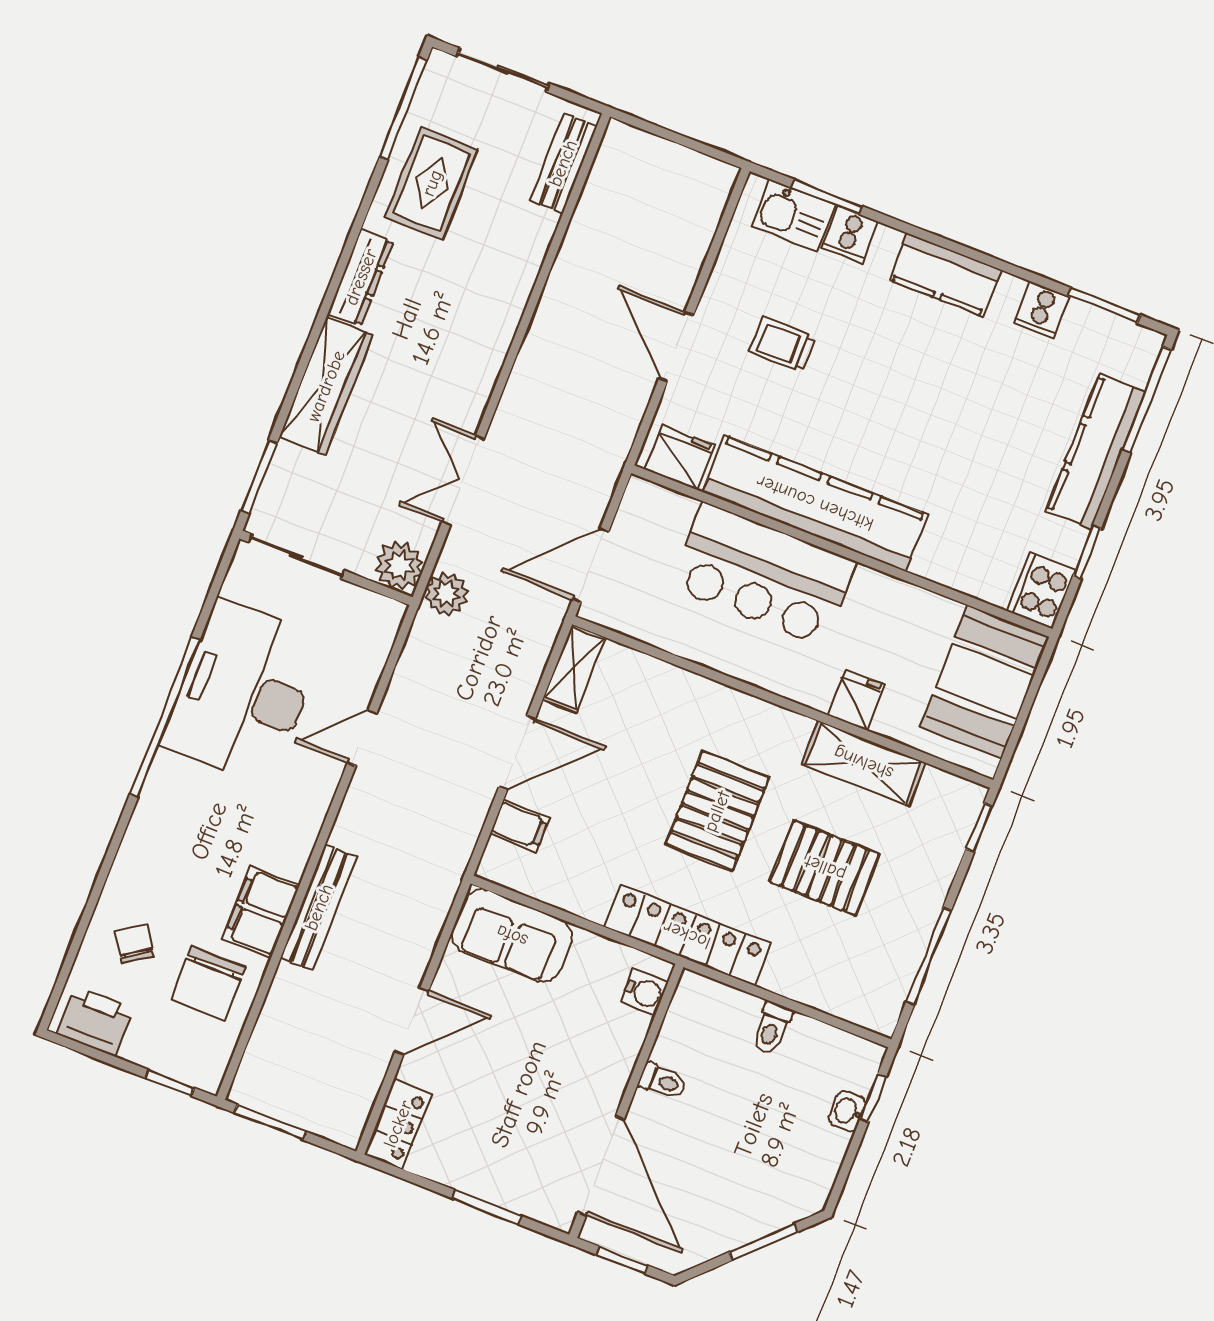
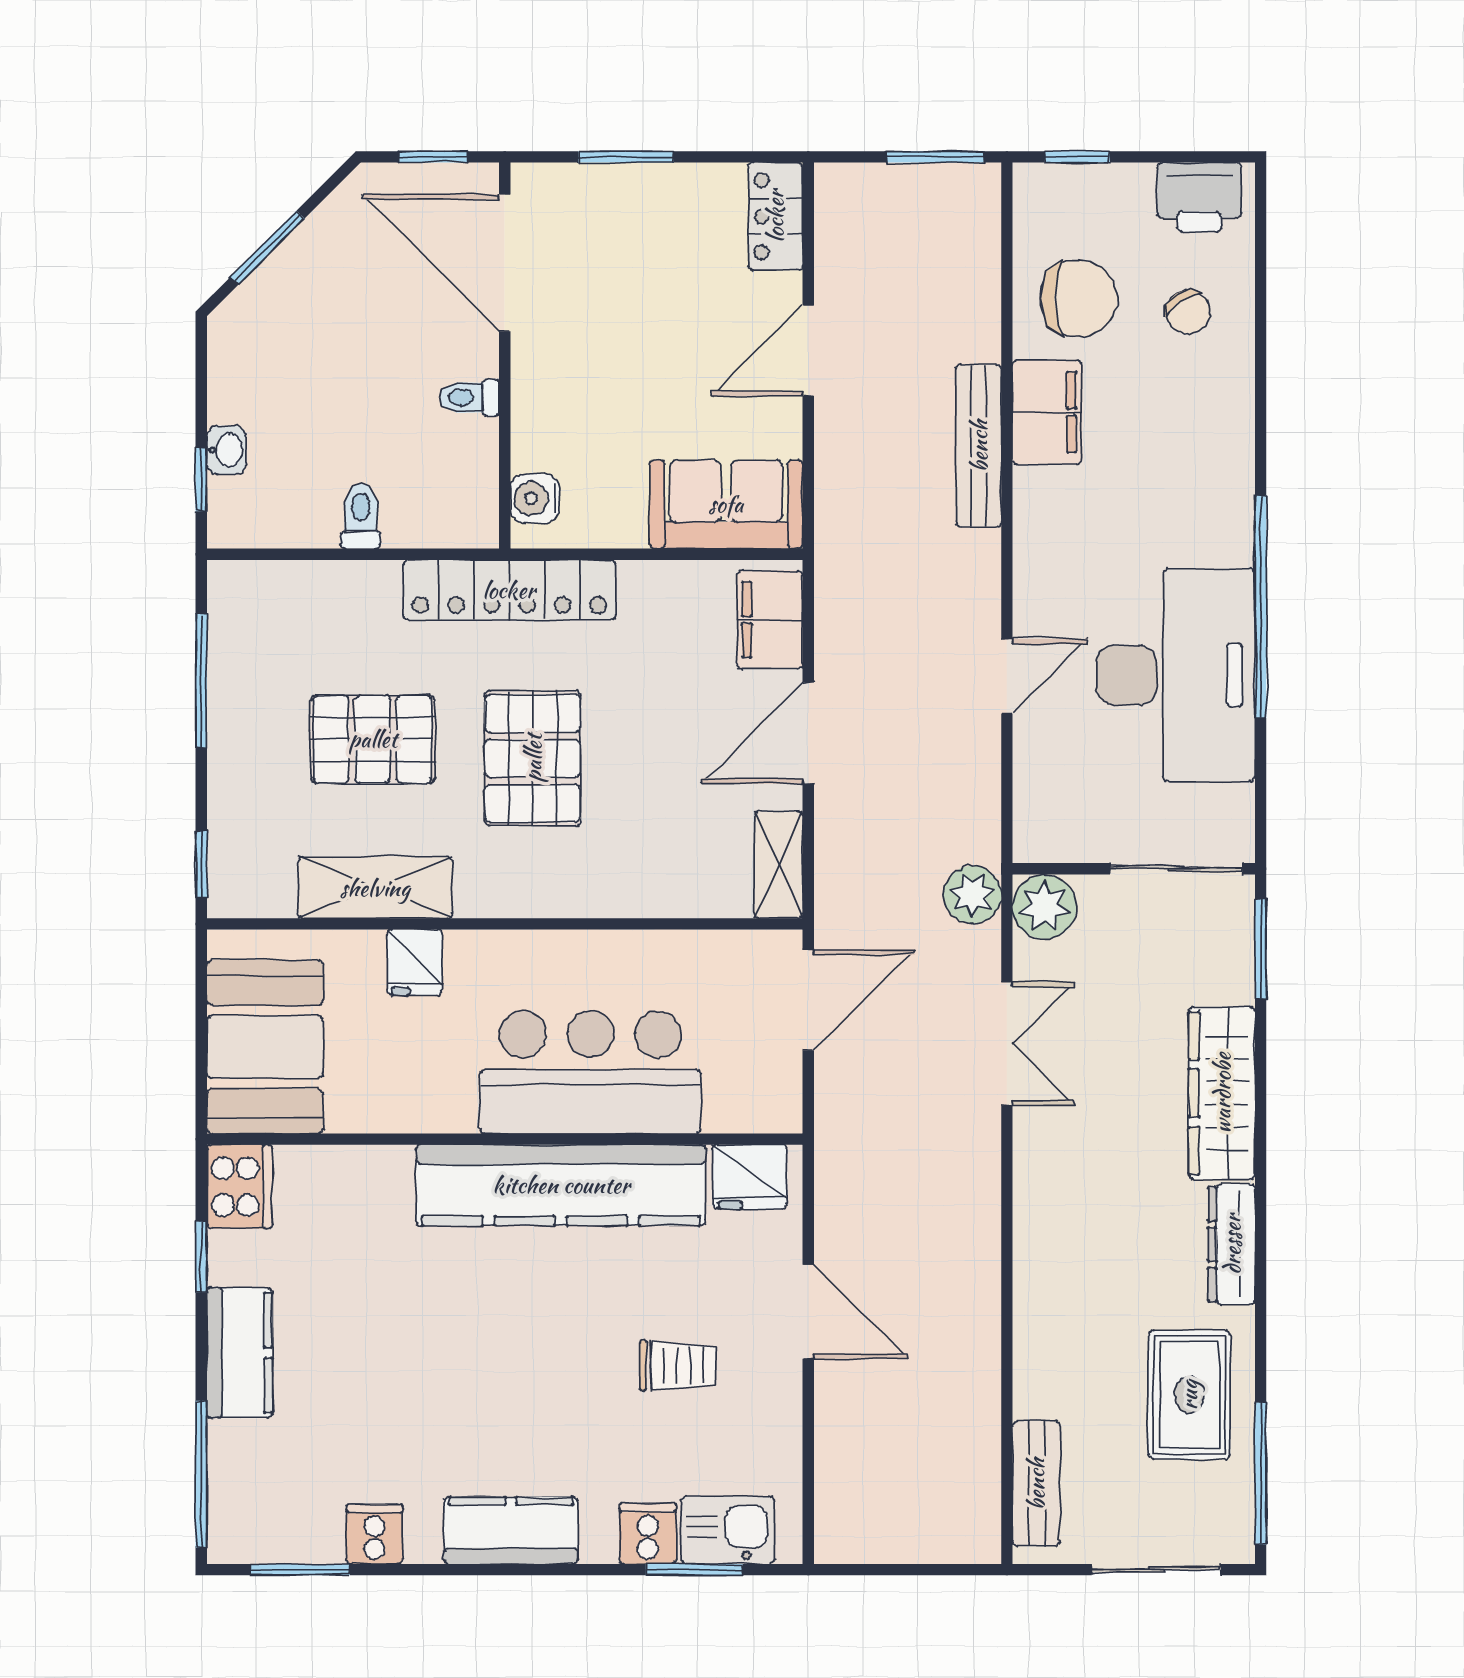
kitchen counter: (1096, 451) -> (239, 1353), width x0.67
filing cabinet: (520, 825) -> (770, 620), width x2.00
chair: (208, 983) -> (1079, 299), turned 90

